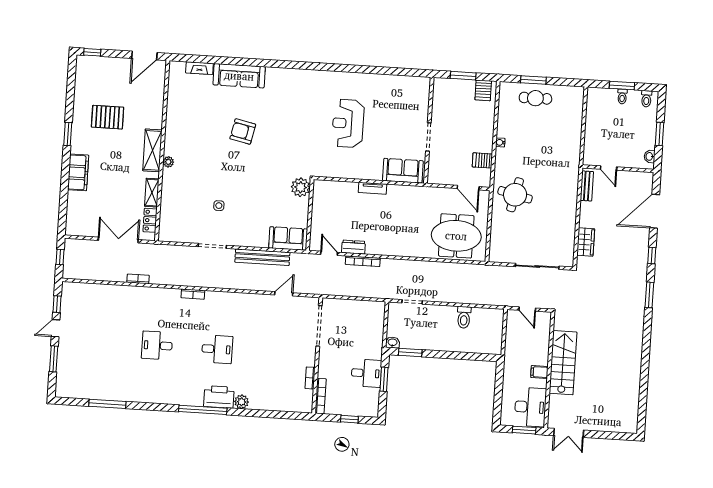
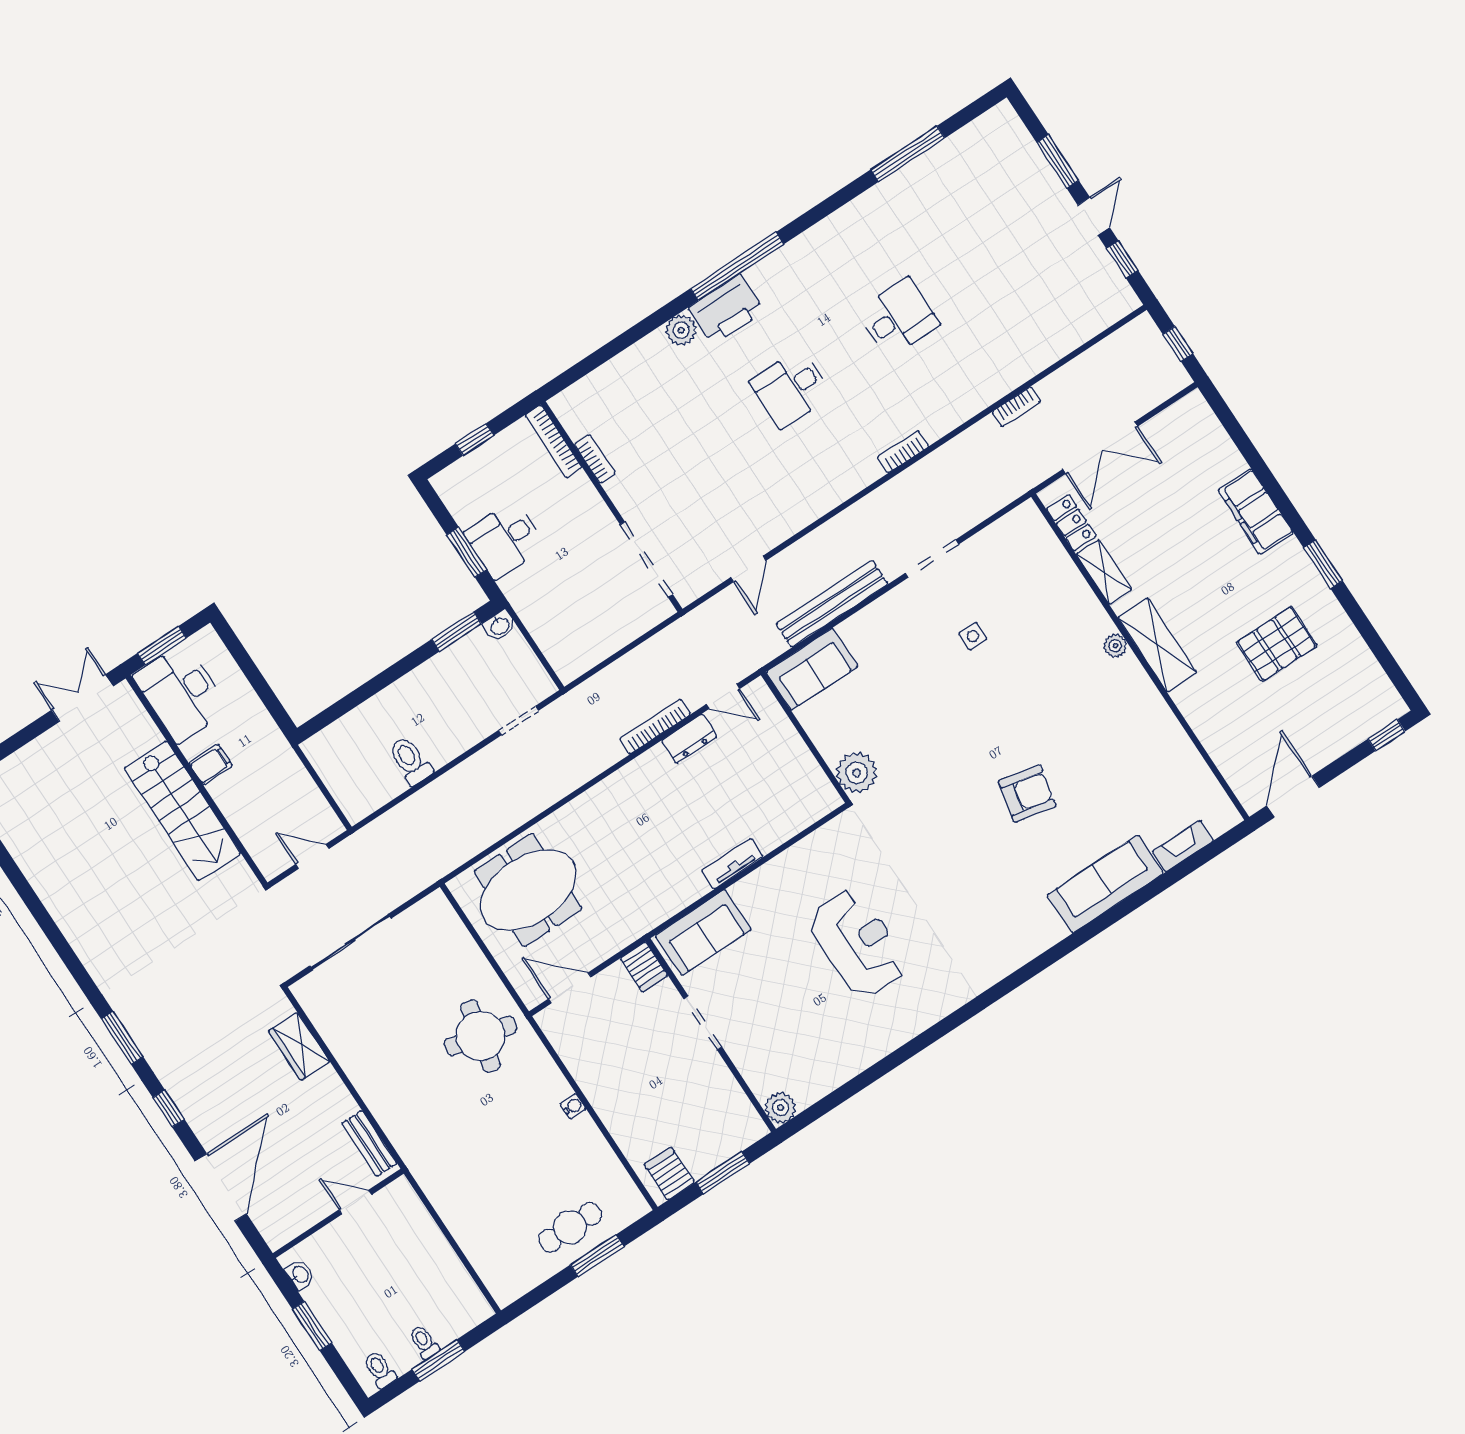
plant: (423, 84) -> (780, 1108), added
server rack: (482, 160) -> (644, 967), moved, turned 90

